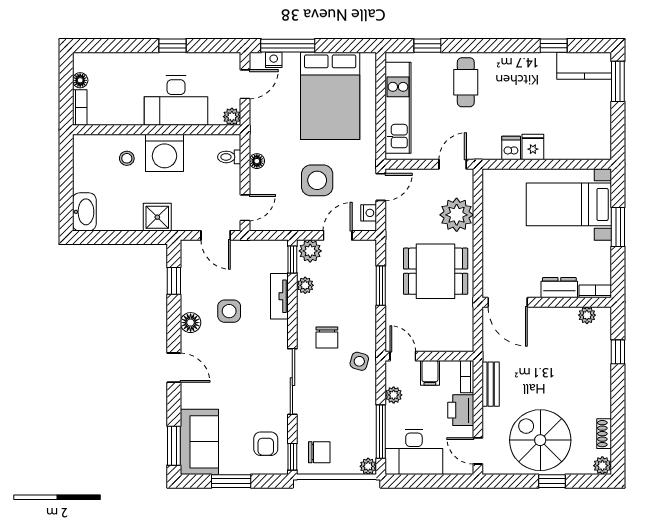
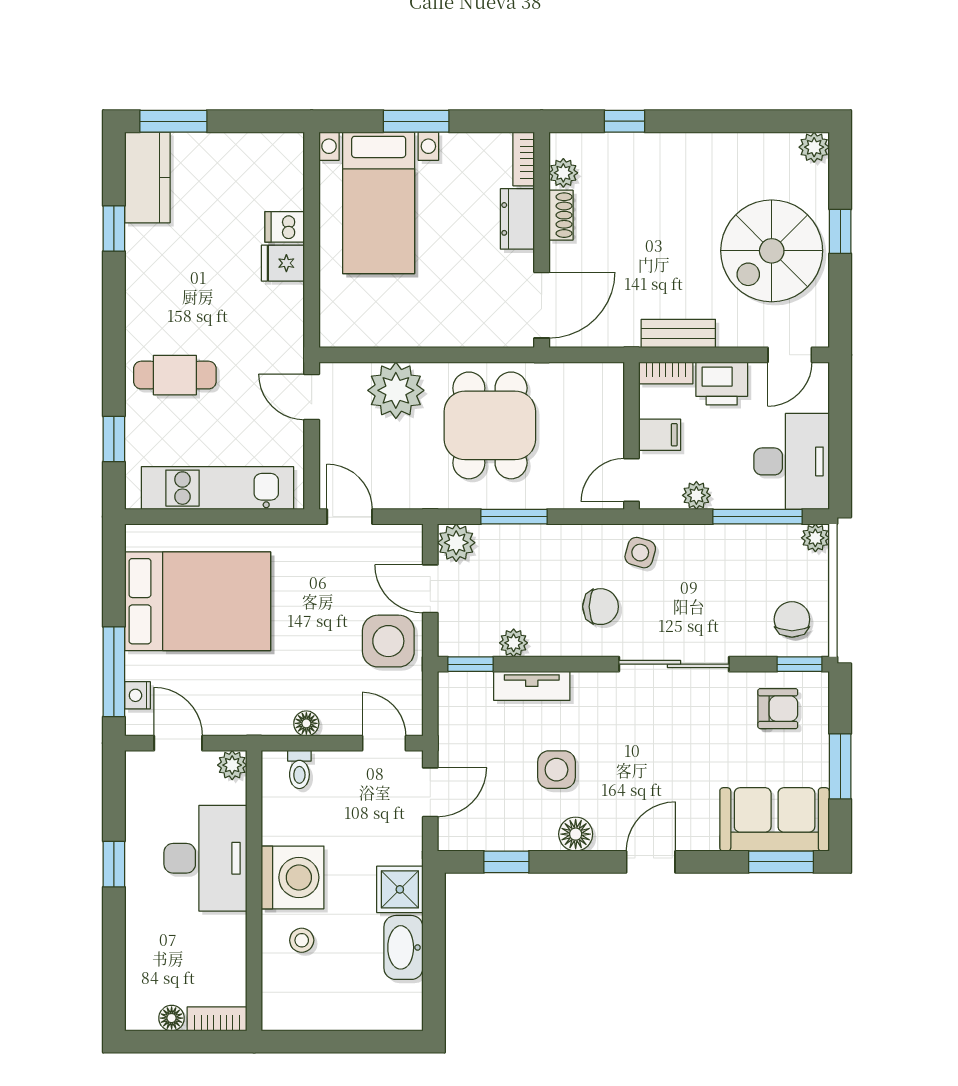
dishwasher: (511, 148) -> (285, 227), moved
side table: (317, 180) -> (388, 641), moved
washbasin: (84, 212) -> (403, 947), moved, turned -90
nightstand: (369, 213) -> (393, 537), removed
plant: (310, 251) -> (456, 543), moved
shoe rack: (604, 434) -> (561, 215), moved, turned -90

